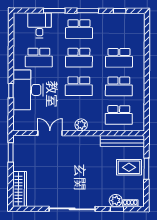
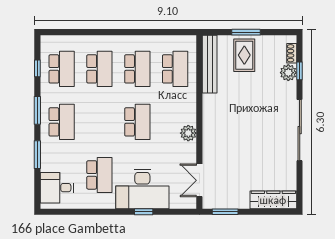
desk: (39, 25) -> (57, 188), moved
school desk: (79, 58) -> (62, 69), moved
plant: (81, 125) -> (188, 133), moved
double door: (50, 133) -> (199, 180), moved

